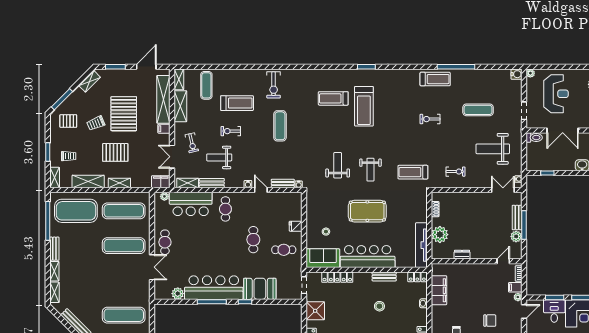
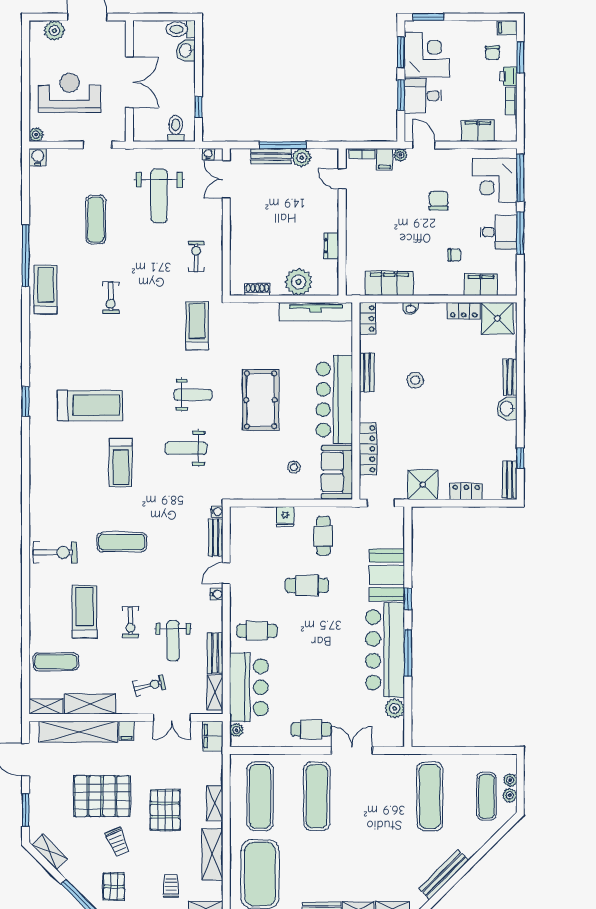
treadmill: (333, 98) -> (121, 462), moved
toilet: (534, 138) -> (176, 128), moved
treadmill: (413, 172) -> (197, 326), turned 180

